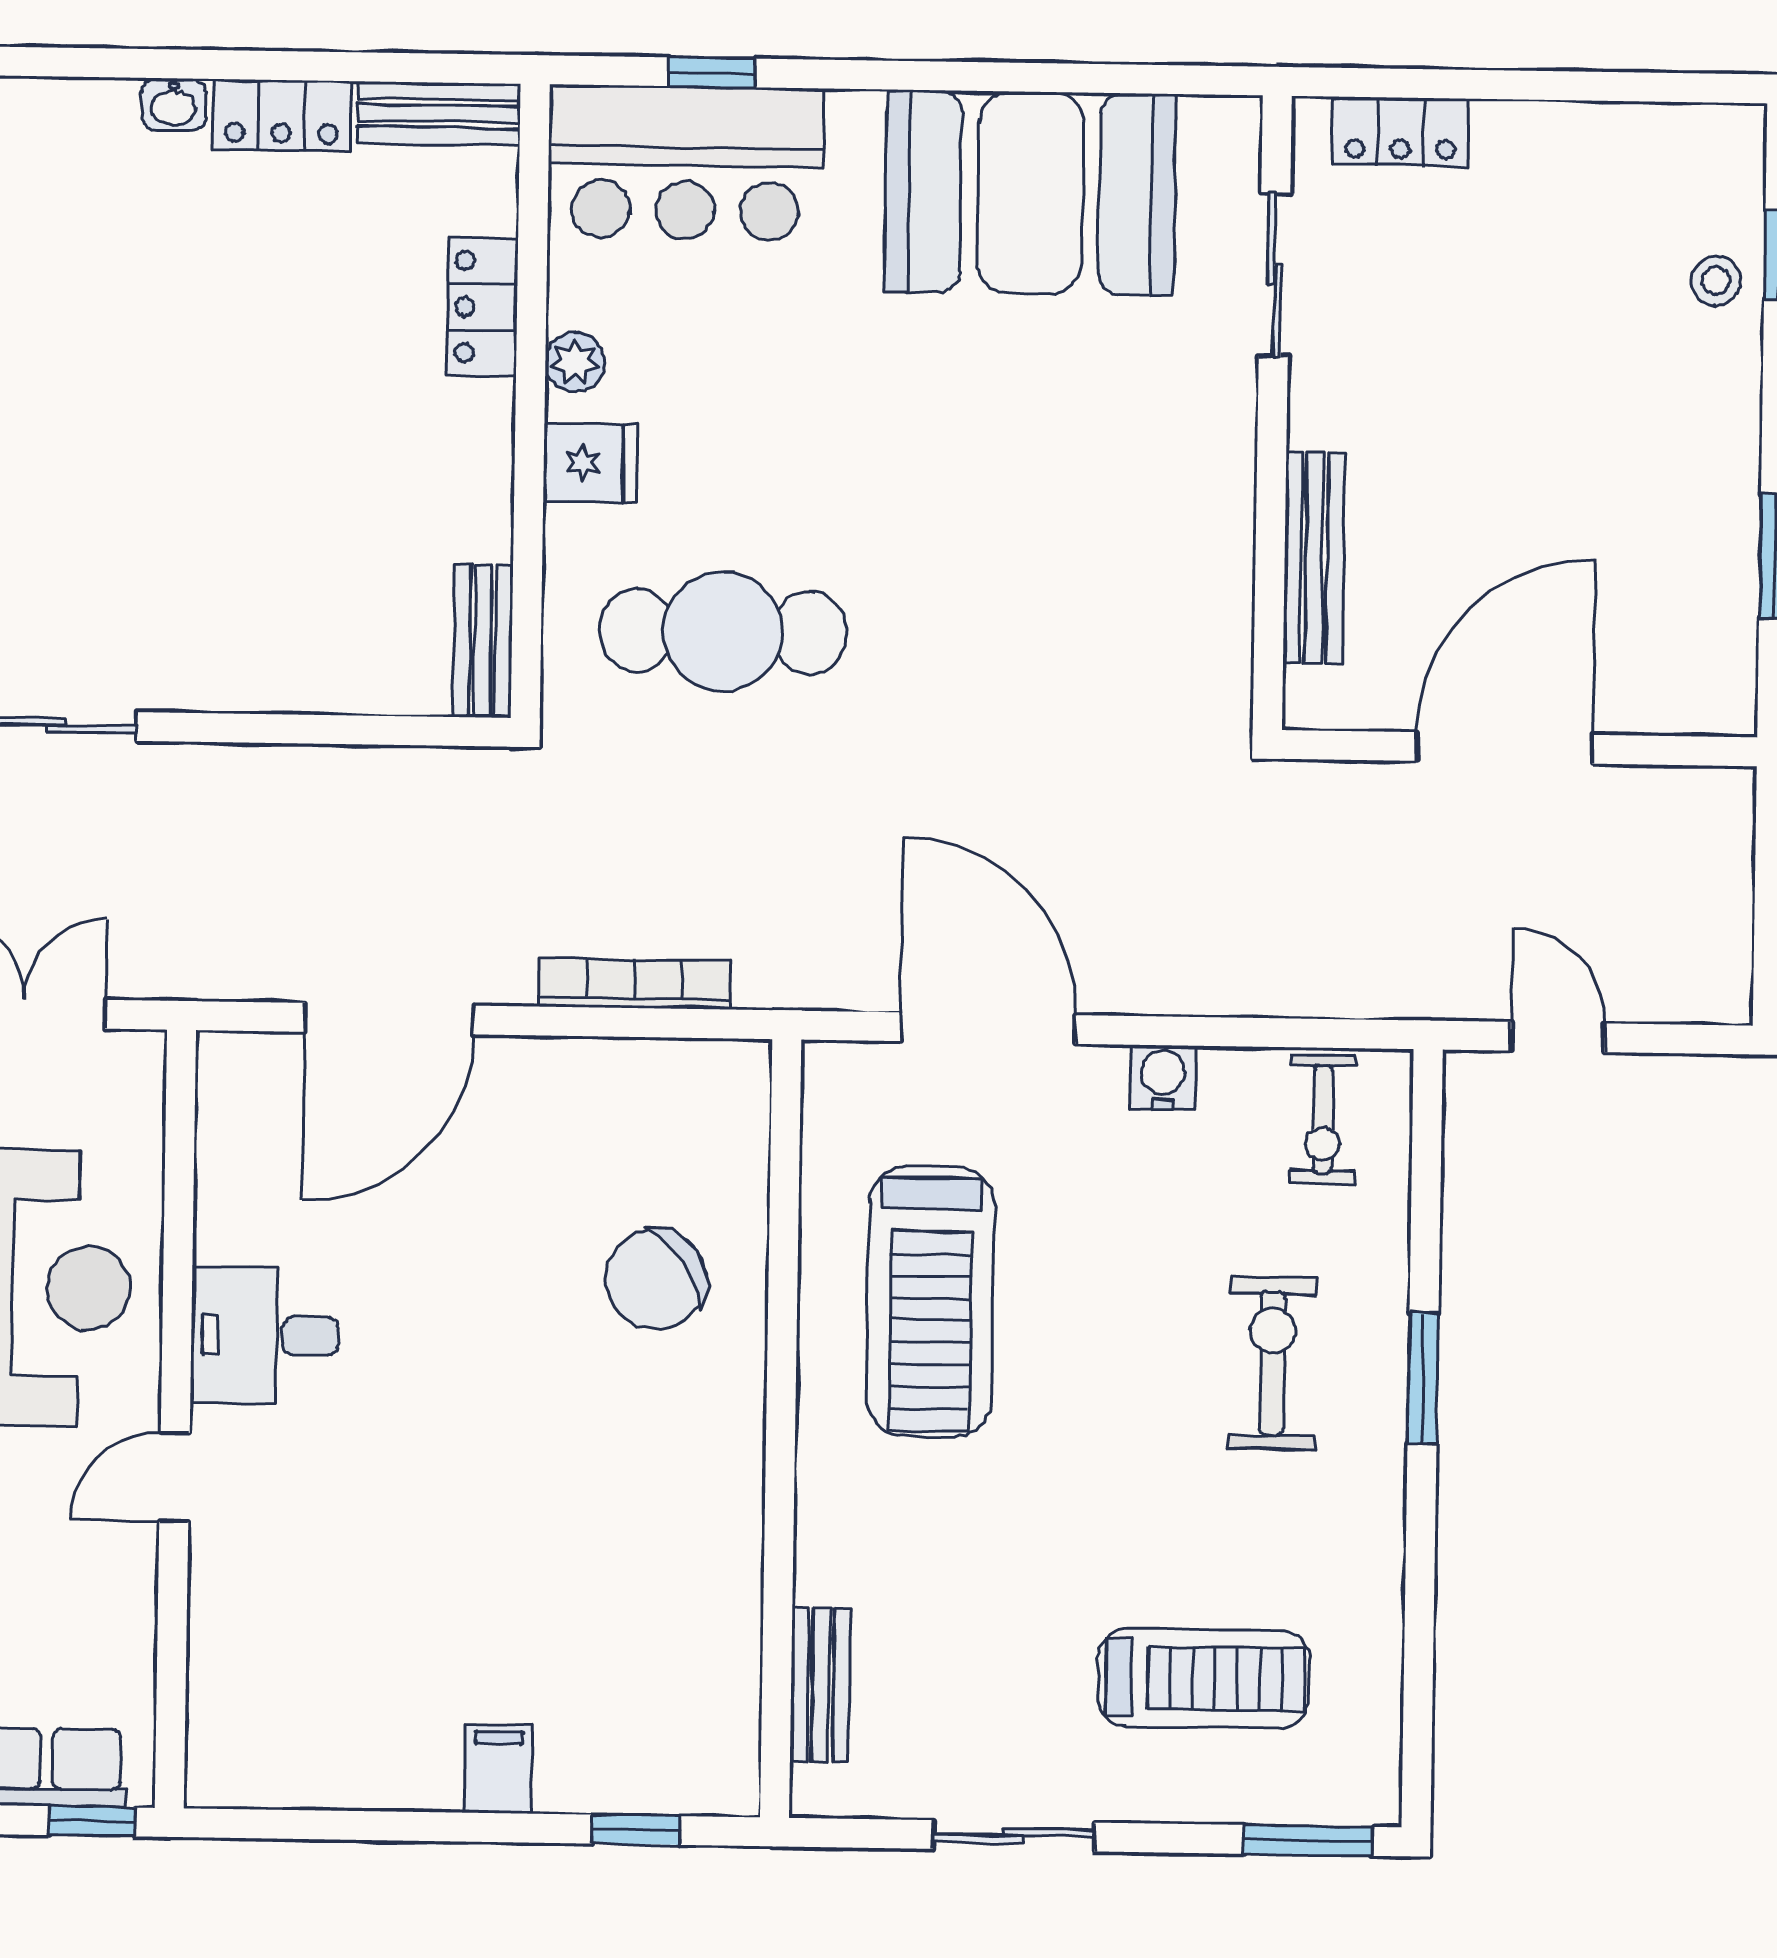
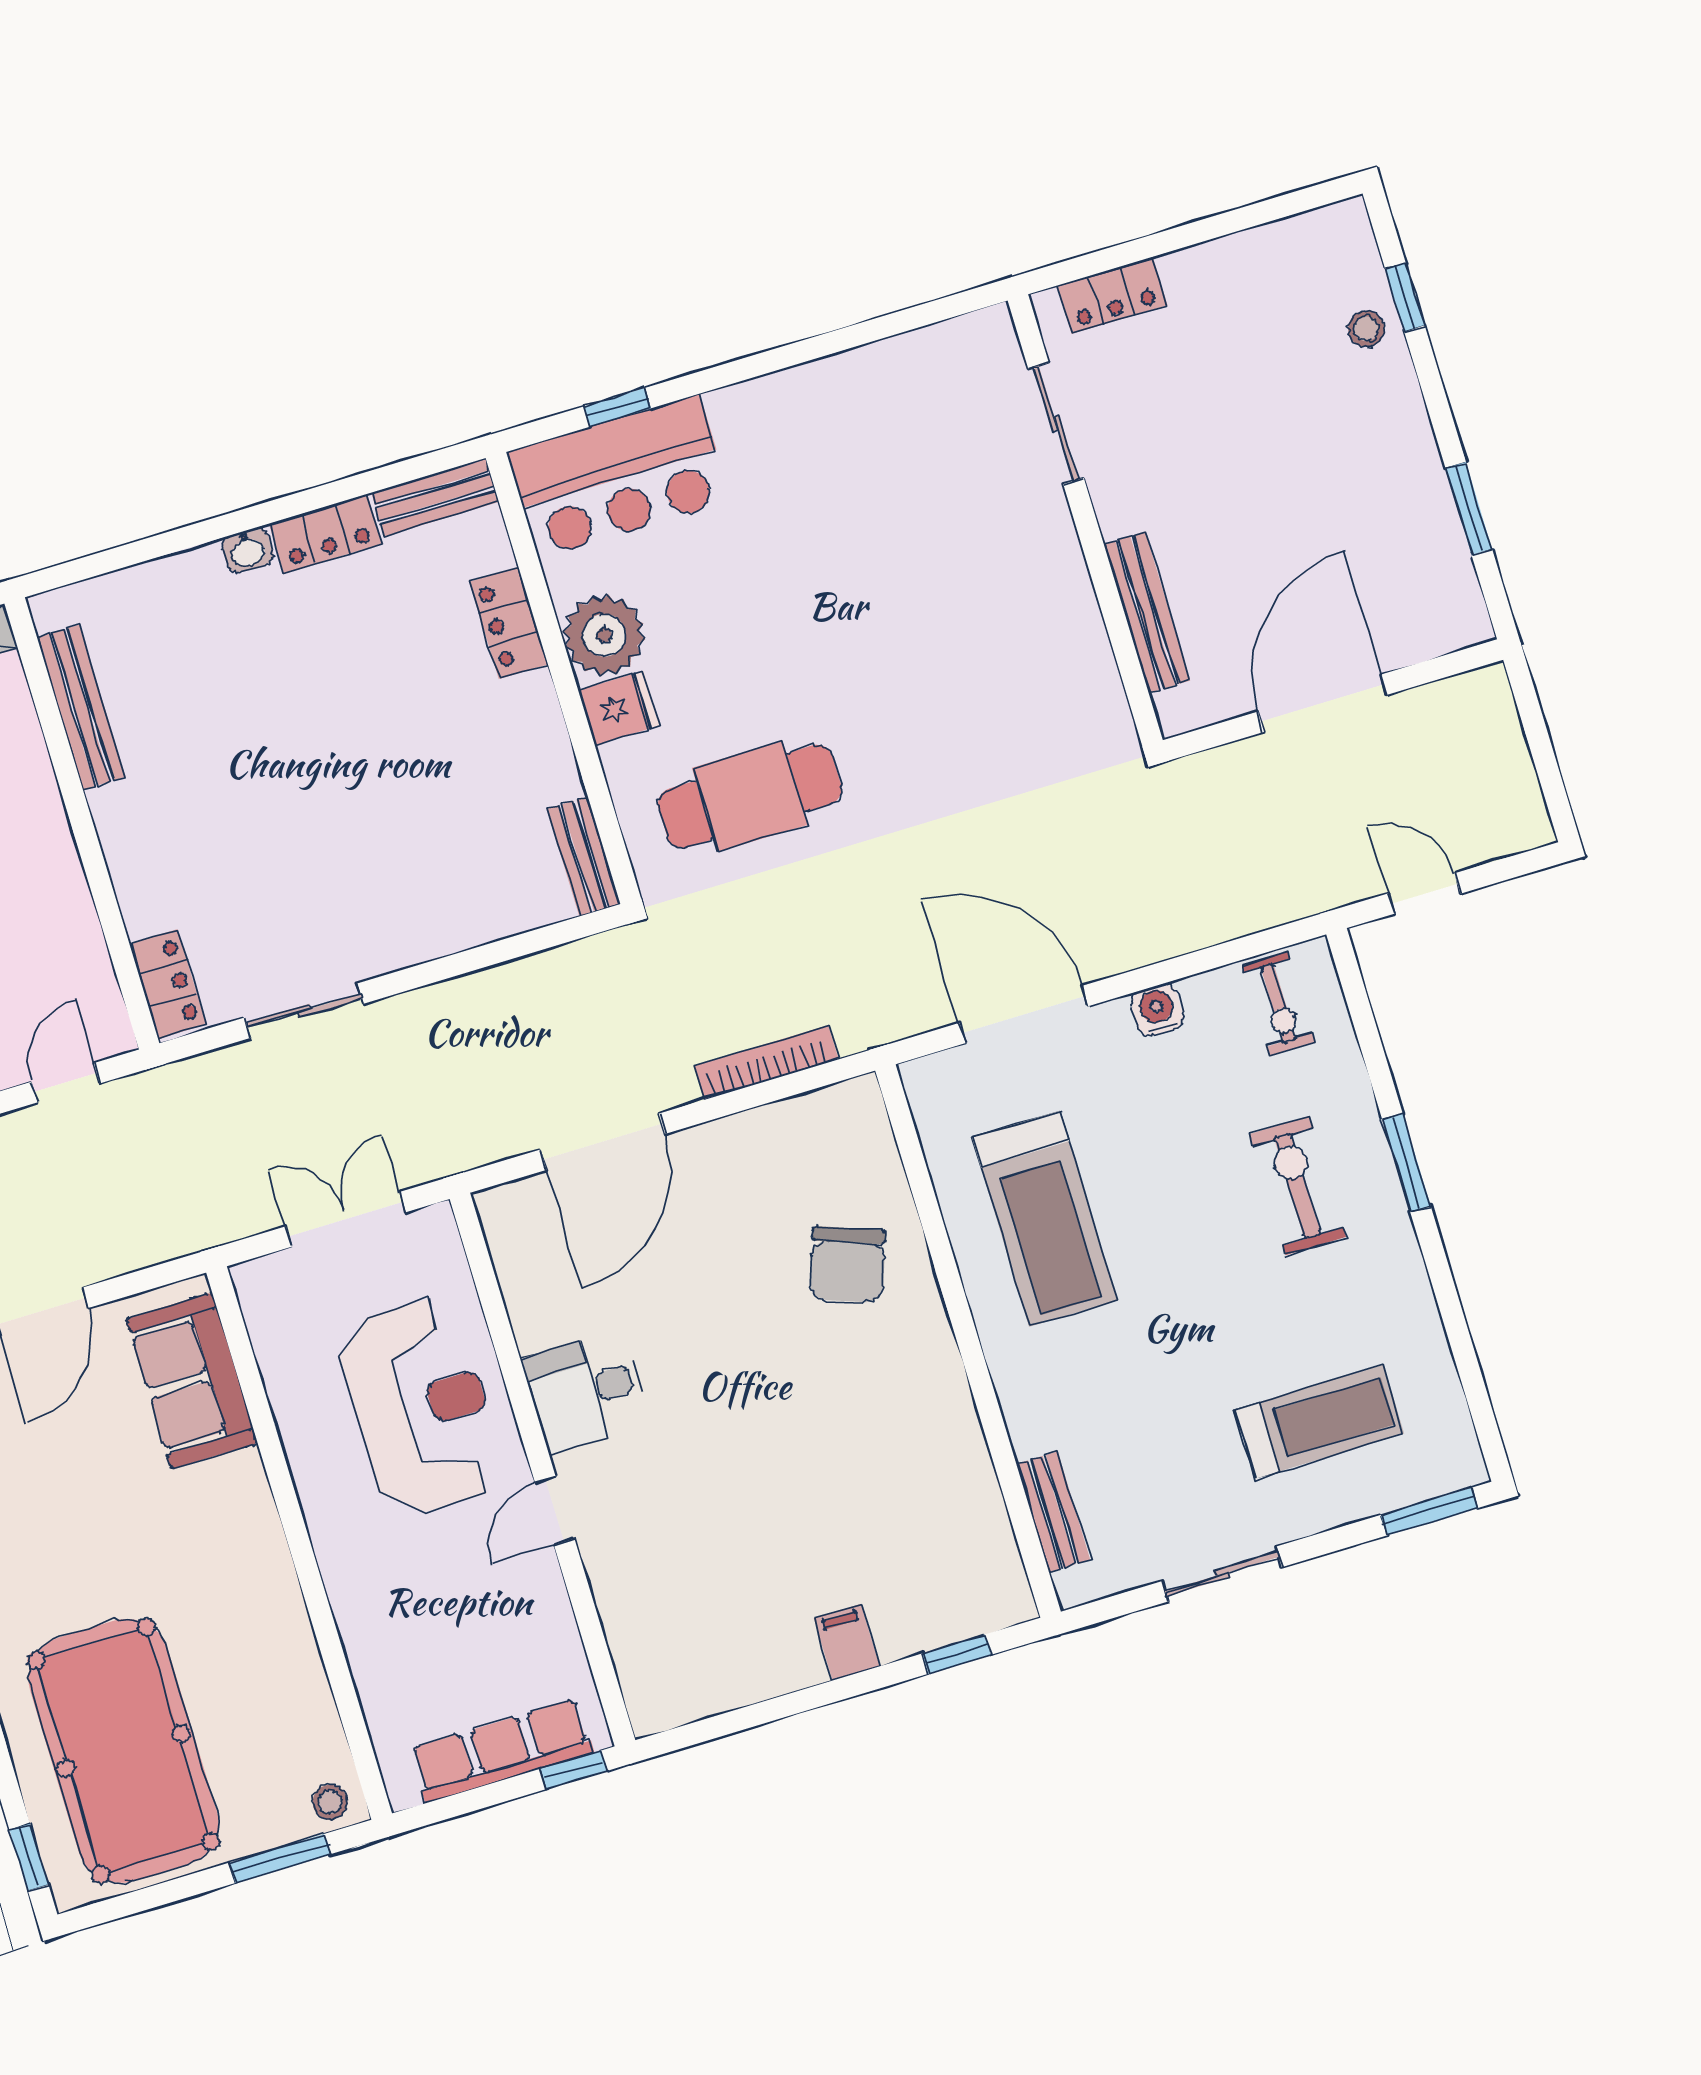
booth: (1030, 193) -> (867, 421), removed
plant: (575, 362) -> (604, 635), width x1.87, depth x1.87
chair: (656, 1279) -> (848, 1265), turned -36

